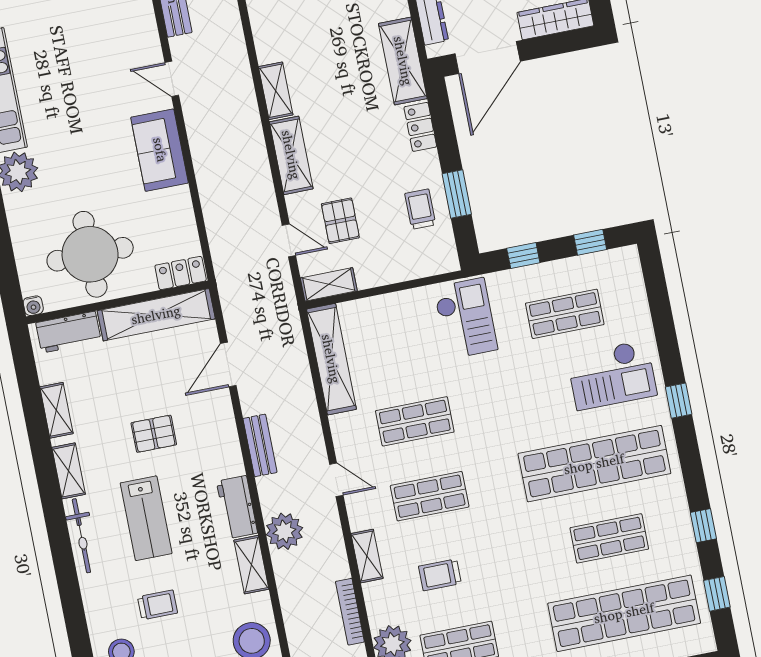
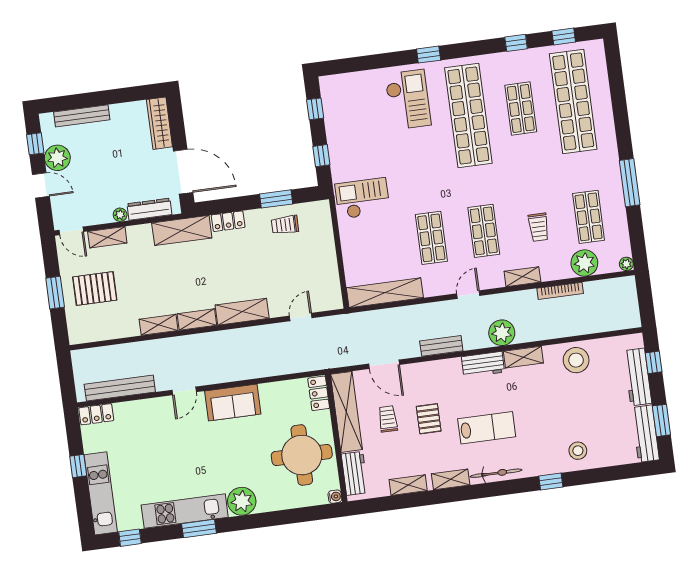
pallet: (340, 221) -> (289, 281), removed
shelving: (329, 284) -> (159, 325), moved, turned 90
shop shelf: (565, 314) -> (364, 129), removed
trolley: (158, 605) -> (388, 419), moved
window: (74, 616) -> (551, 482), added

